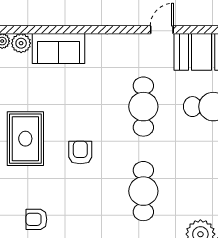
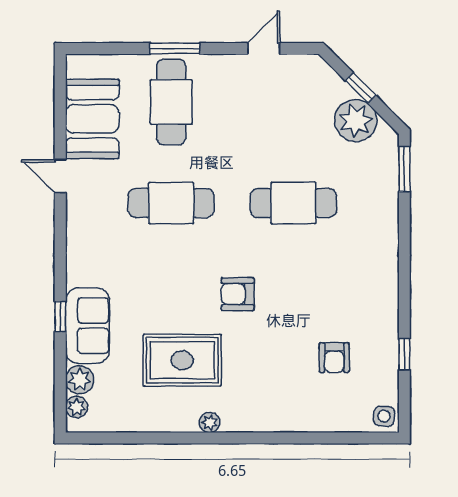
window: (65, 30) -> (60, 316), added
rug: (25, 139) -> (182, 360), moved

